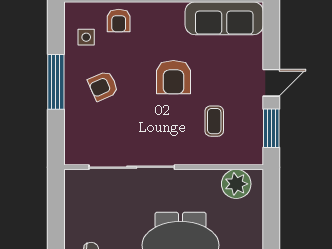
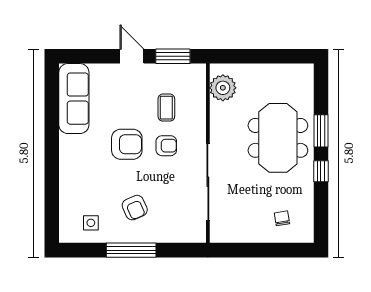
armchair: (119, 21) -> (166, 146), moved
coffee table: (214, 121) -> (166, 108), turned 90

